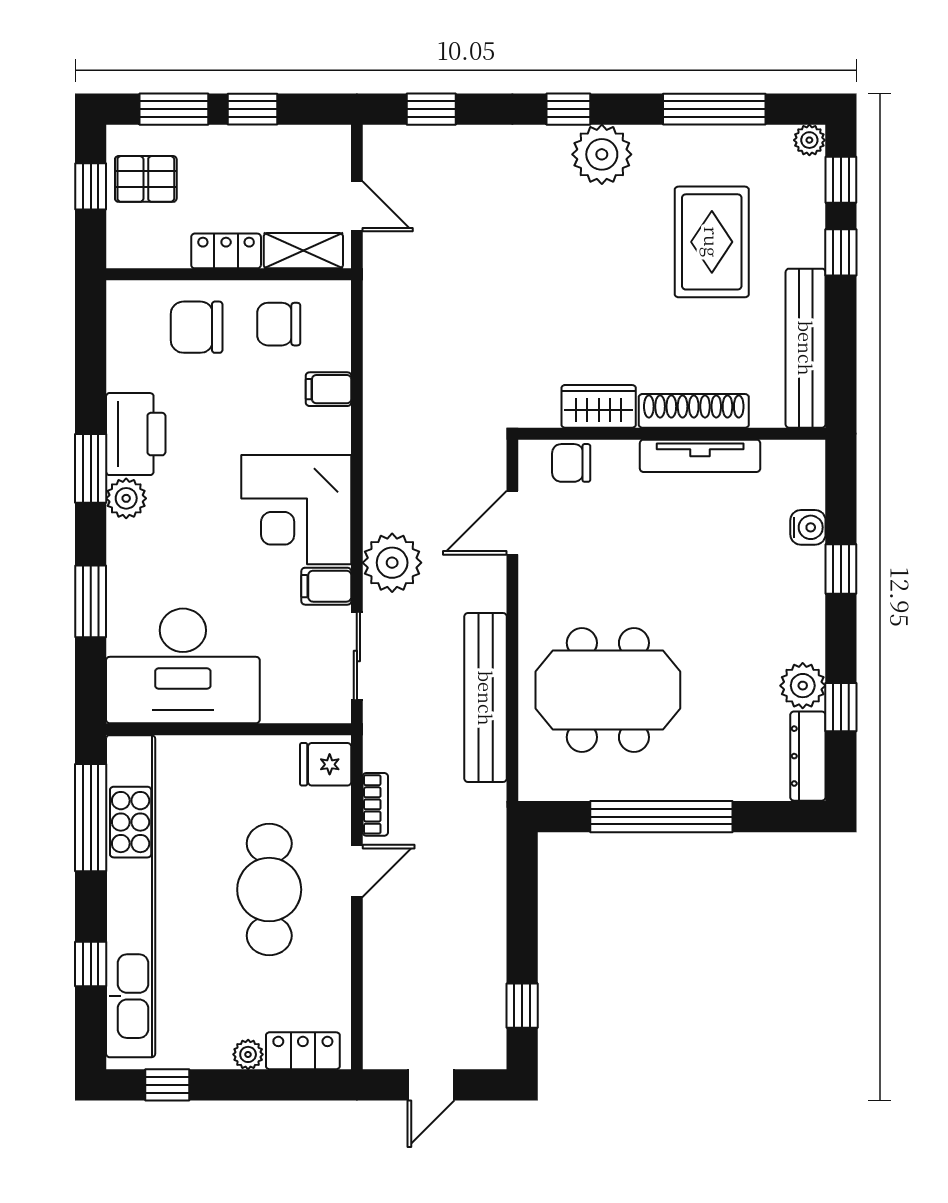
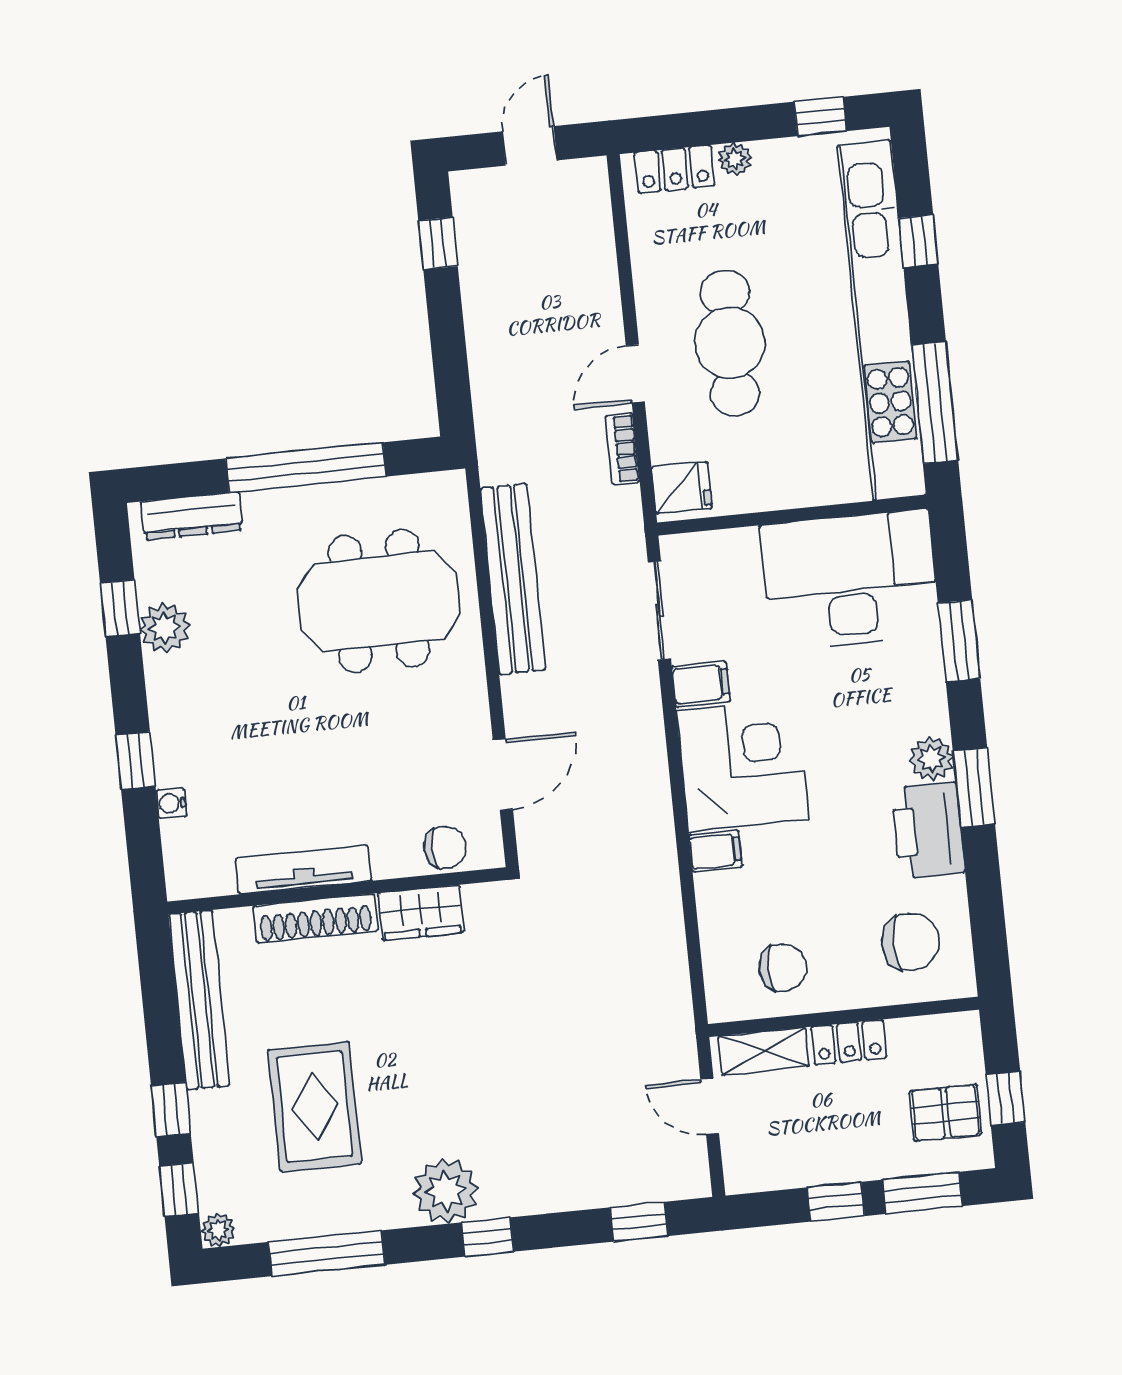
chair: (197, 327) -> (911, 942), moved
filing cabinet: (328, 389) -> (715, 851), moved
water cooler: (808, 527) -> (171, 803), width x0.72, depth x0.72
plant: (392, 563) -> (631, 717), removed
dresser: (808, 756) -> (192, 516), moved, turned 90

